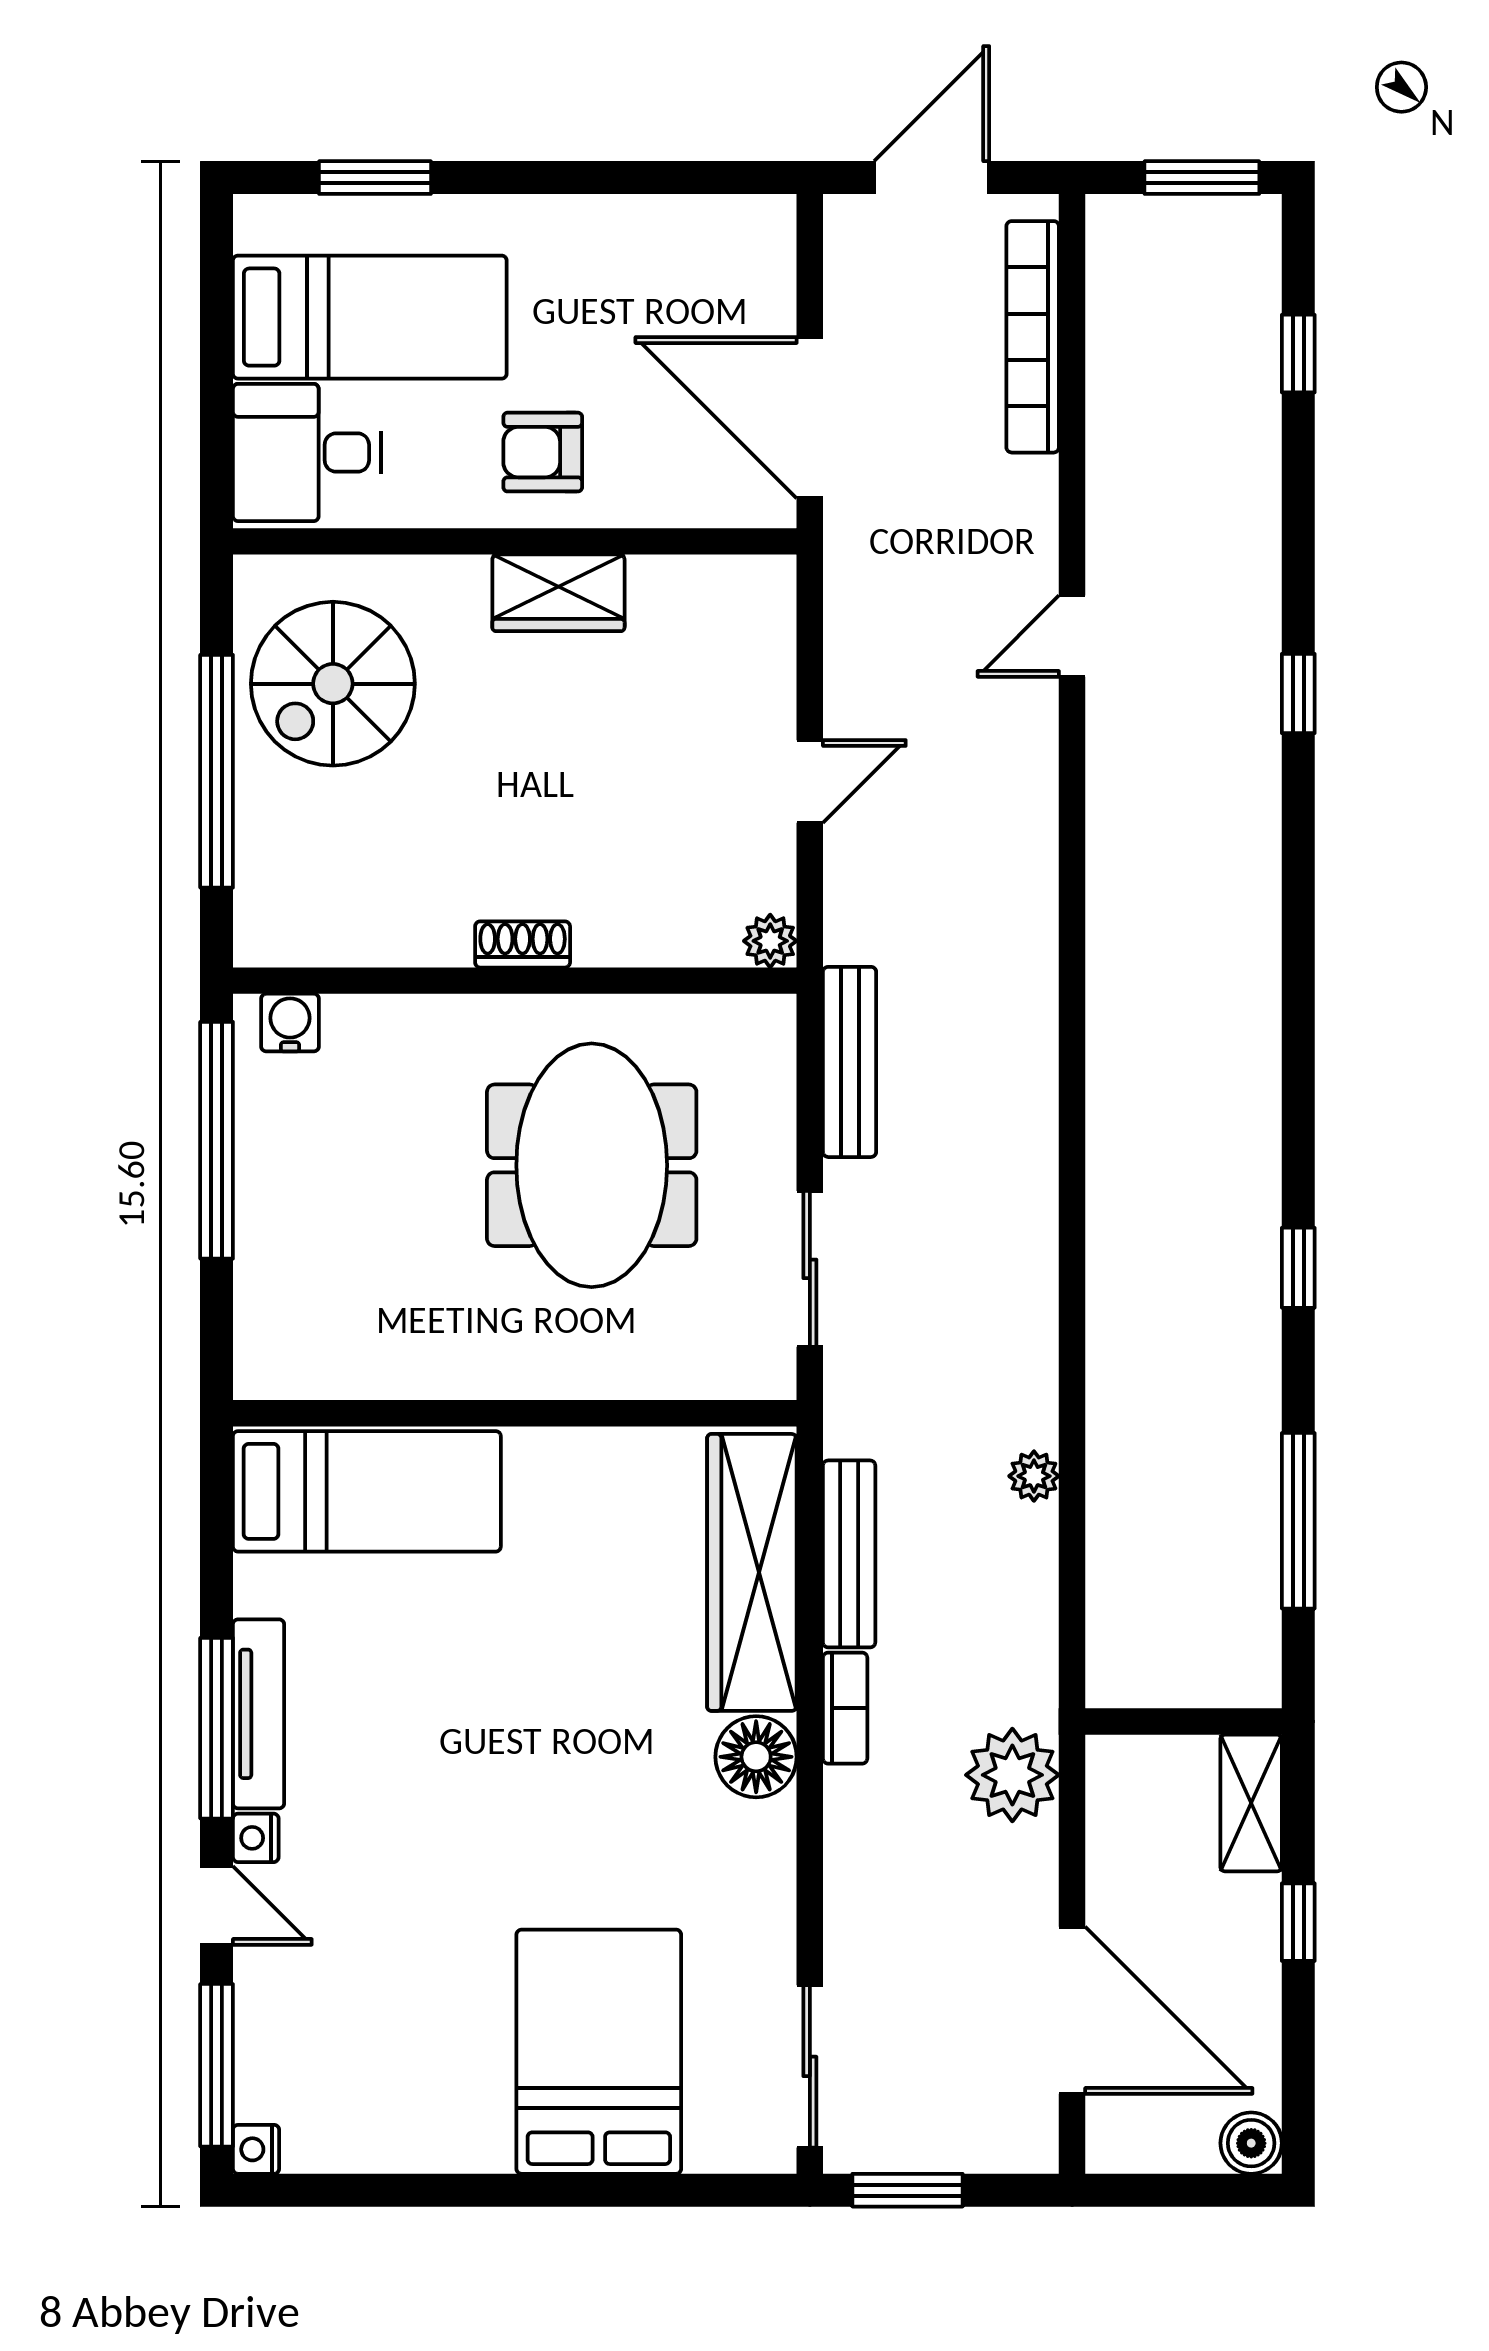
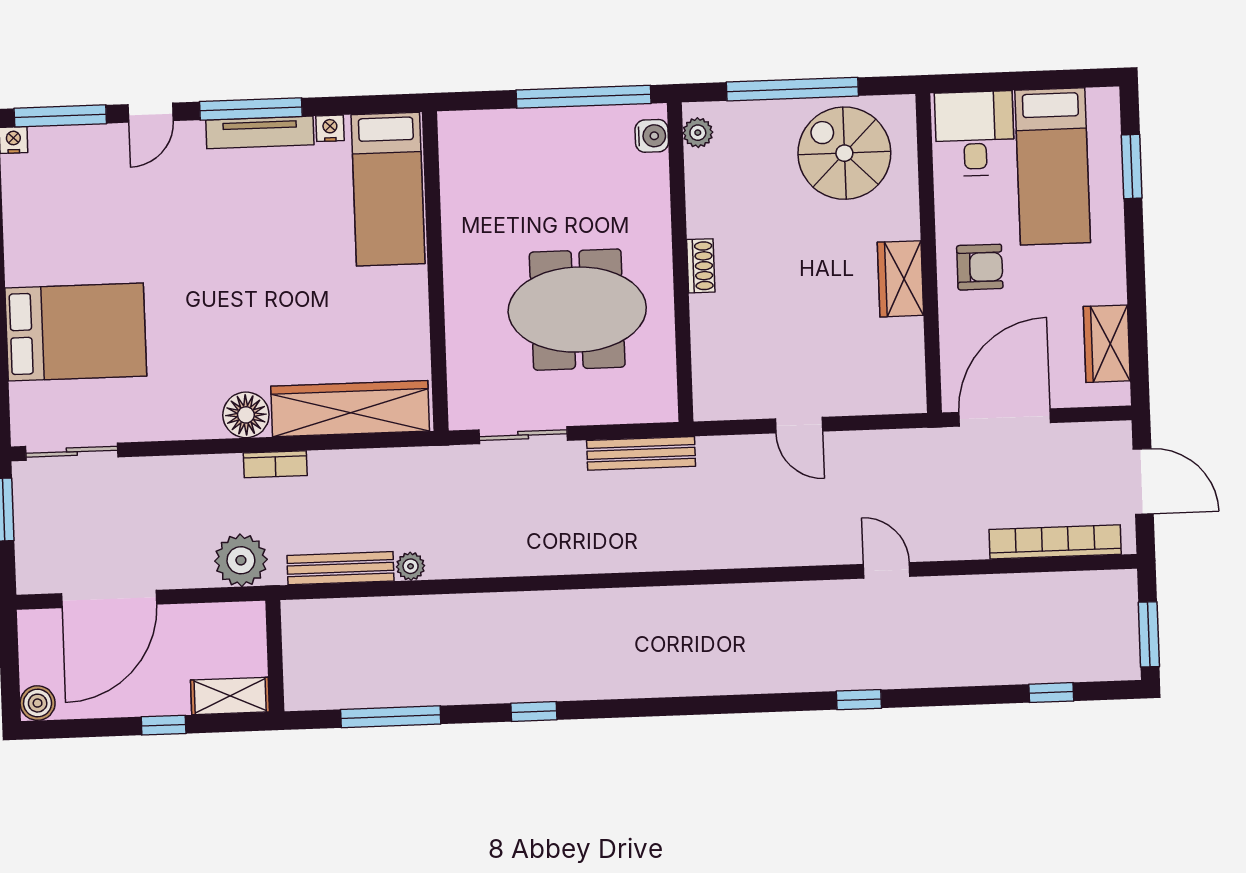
wardrobe: (686, 233) -> (1107, 344), added
armchair: (543, 452) -> (980, 267), turned 90
plant: (770, 941) -> (698, 133), moved
bench: (849, 1554) -> (340, 568), moved
nightstand: (256, 1838) -> (330, 128), moved

